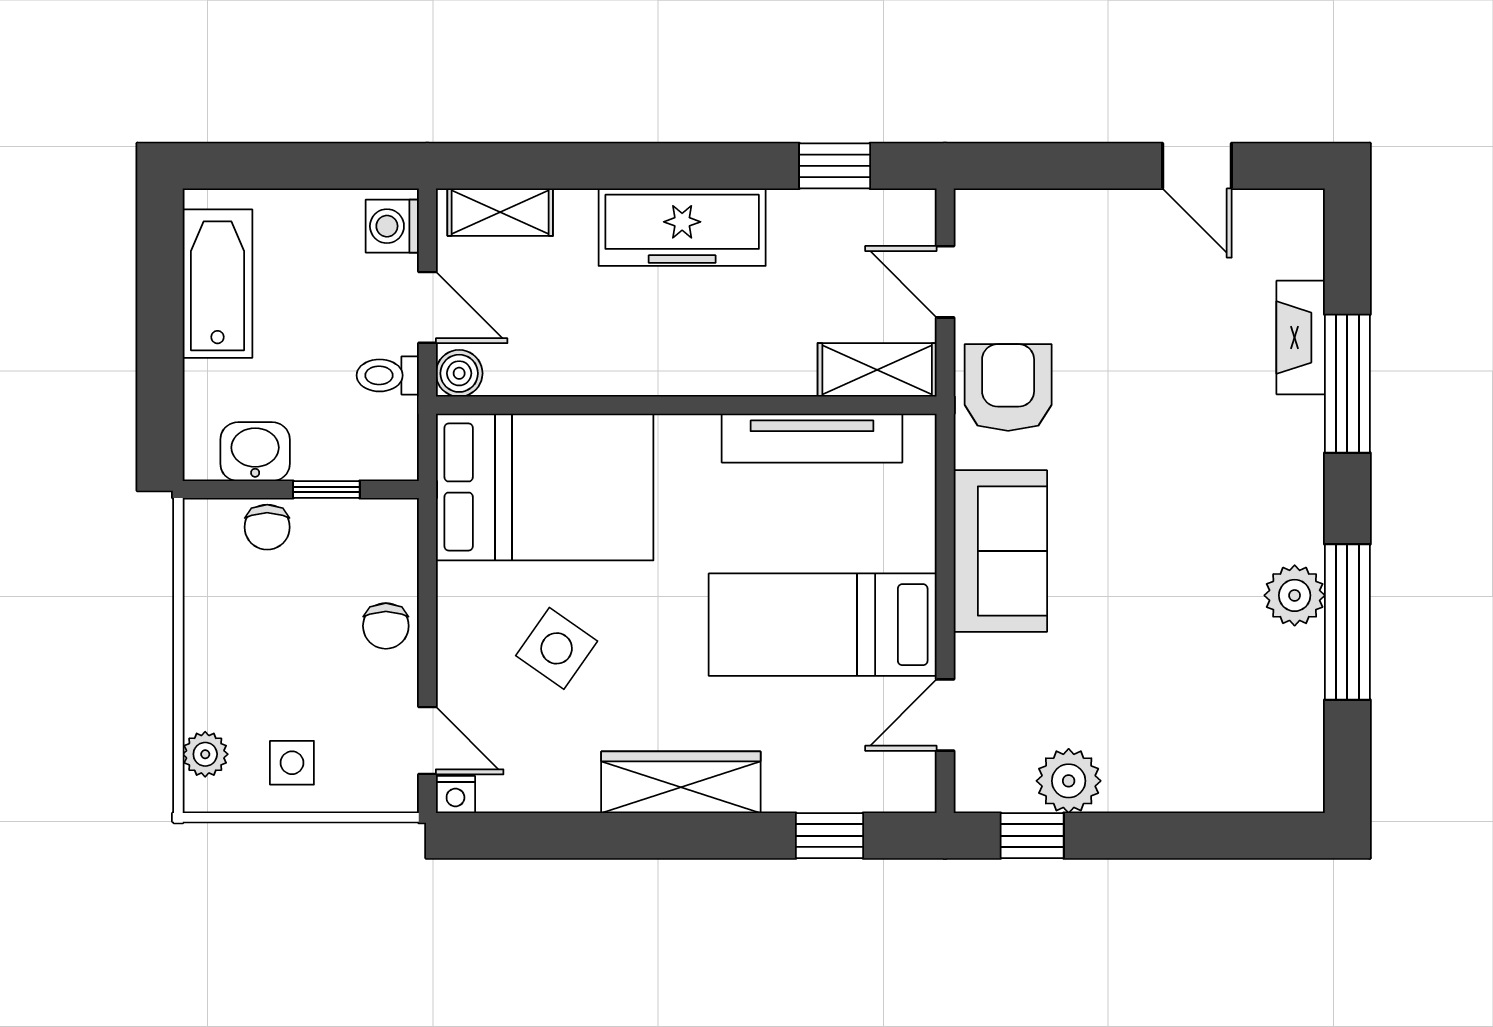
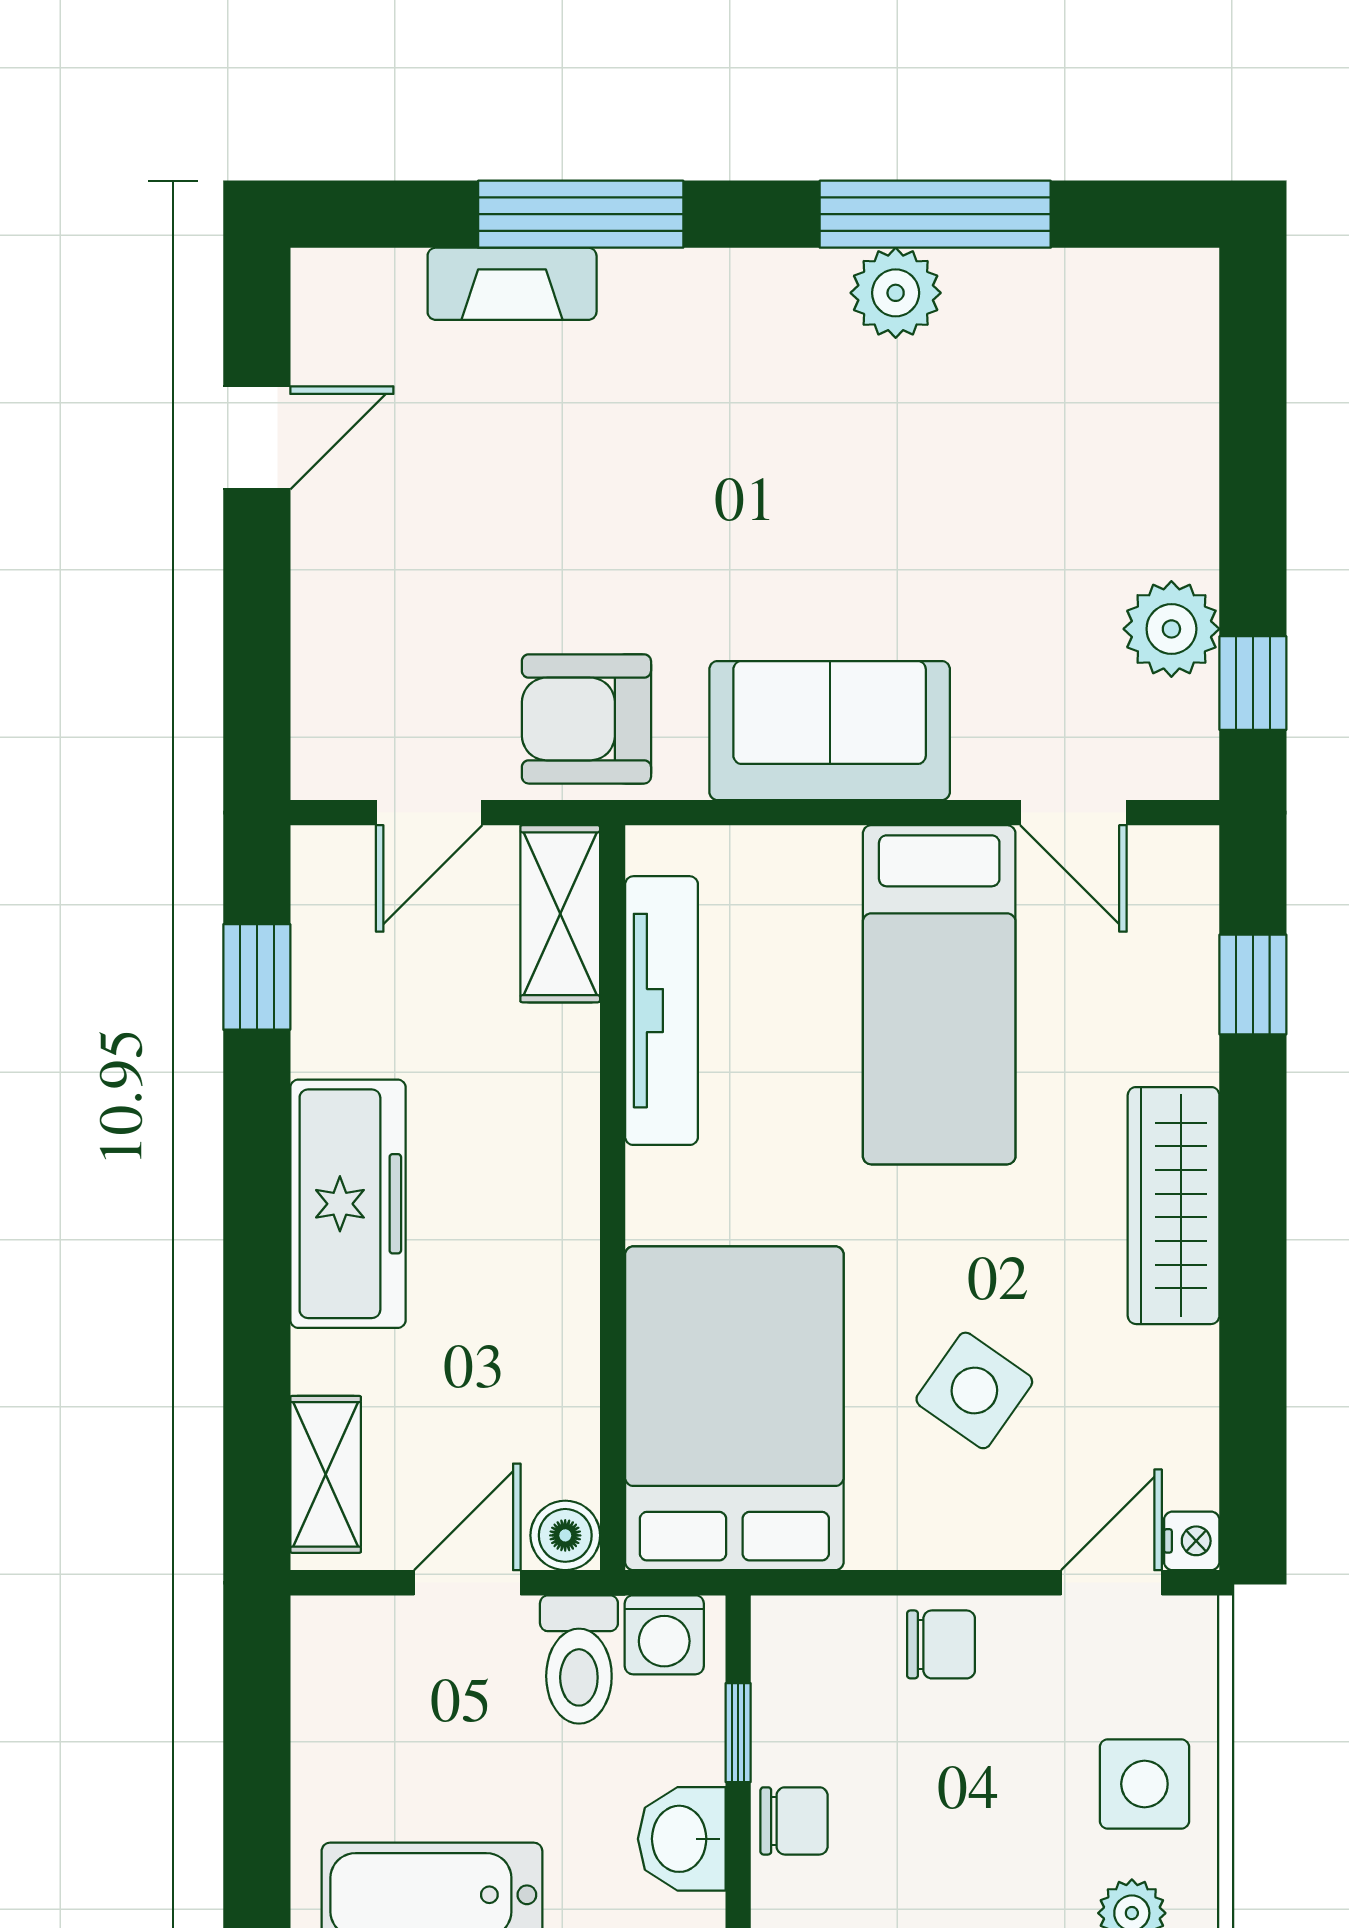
washing machine: (392, 226) -> (664, 1635), moved
toilet: (388, 375) -> (579, 1659), width x1.37, depth x1.39
side table: (292, 763) -> (1144, 1784), width x1.37, depth x1.37

